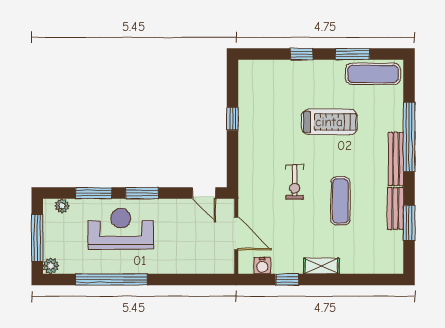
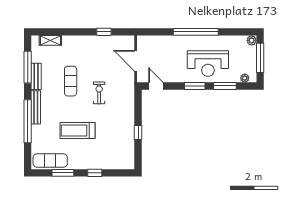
window: (409, 223) -> (28, 67), width x1.44
water cooler: (262, 266) -> (119, 41), removed
shelving: (321, 266) -> (50, 40), moved
window: (111, 279) -> (196, 32), moved

